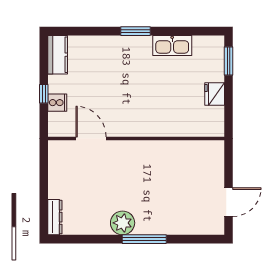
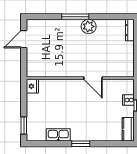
fridge: (215, 94) -> (32, 86), moved
door: (91, 138) -> (93, 78), moved

